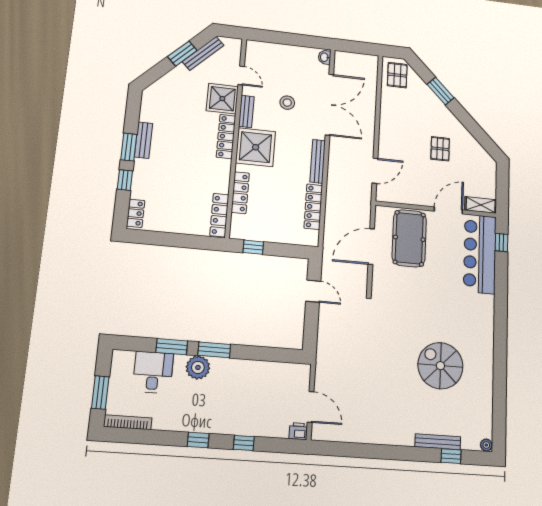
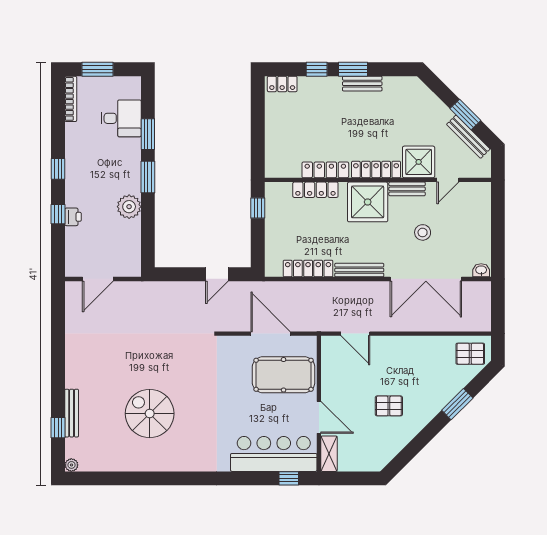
locker: (219, 215) -> (325, 170), moved
spiral stairs: (440, 366) -> (150, 414), turned -90
plant: (198, 367) -> (129, 207), moved
printer: (298, 431) -> (73, 217), moved

